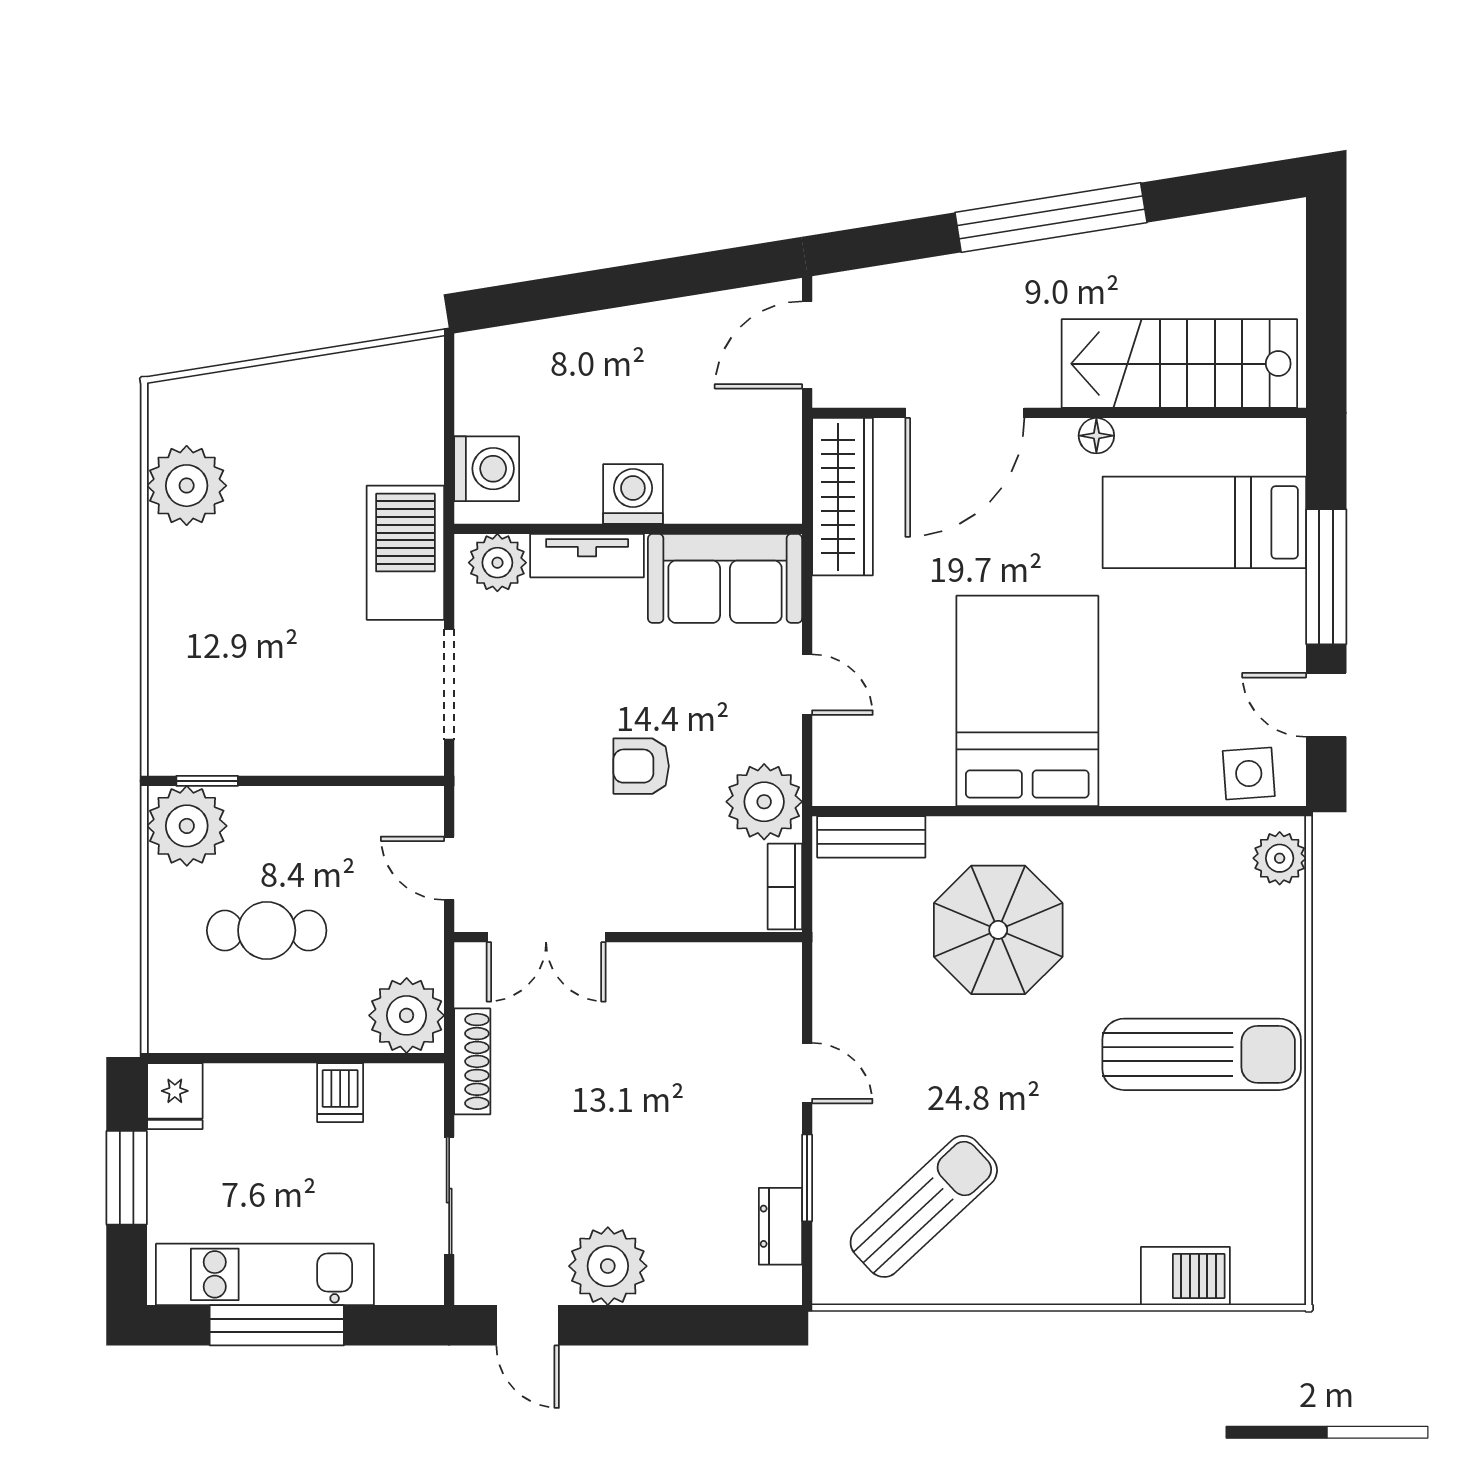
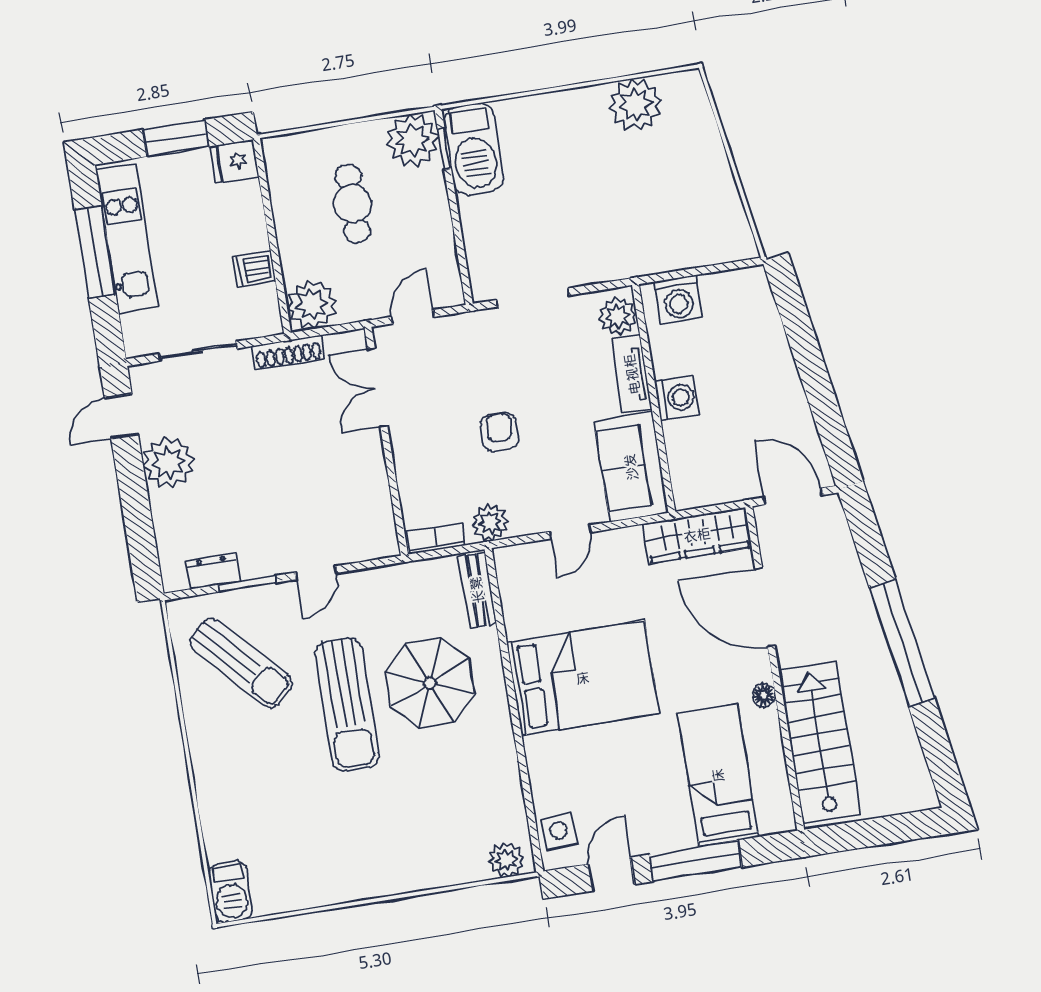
barbecue: (405, 553) -> (474, 149), moved, turned 90
plant: (764, 802) -> (490, 523), width x0.73, depth x0.73
sun lounger: (1202, 1054) -> (347, 705), moved
barbecue: (1185, 1276) -> (231, 892), moved

